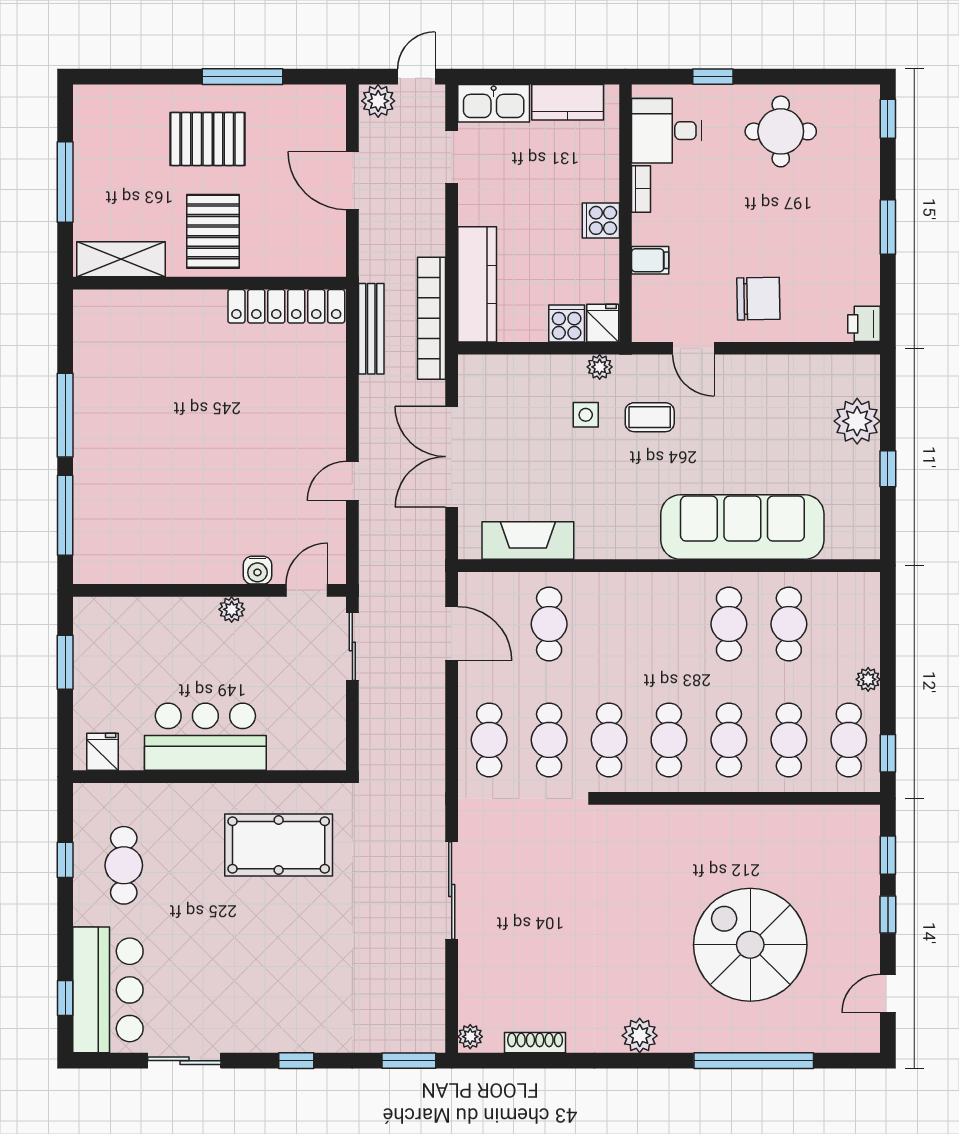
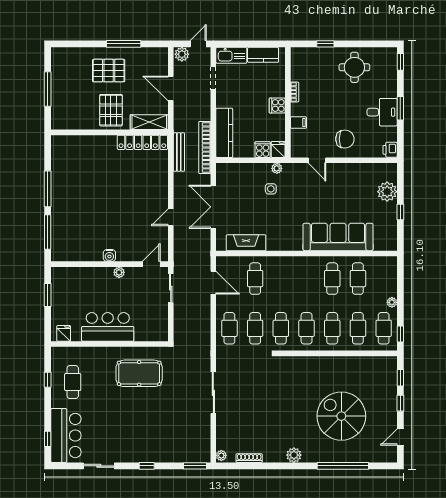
desk: (667, 131) -> (382, 112), moved, turned 180
shelving: (121, 259) -> (149, 122), moved
coffee table: (650, 417) -> (298, 190), removed
water cooler: (257, 570) -> (109, 255), moved

